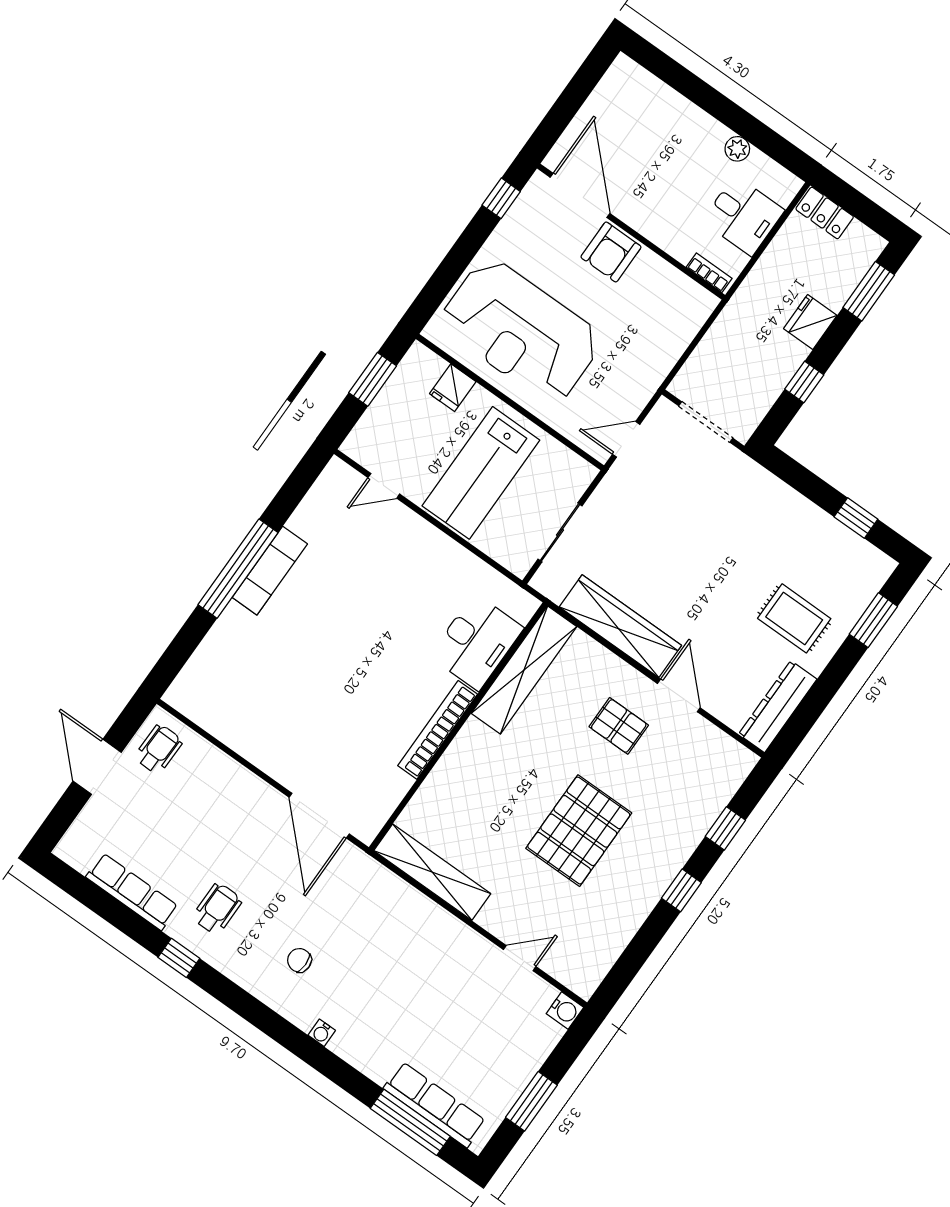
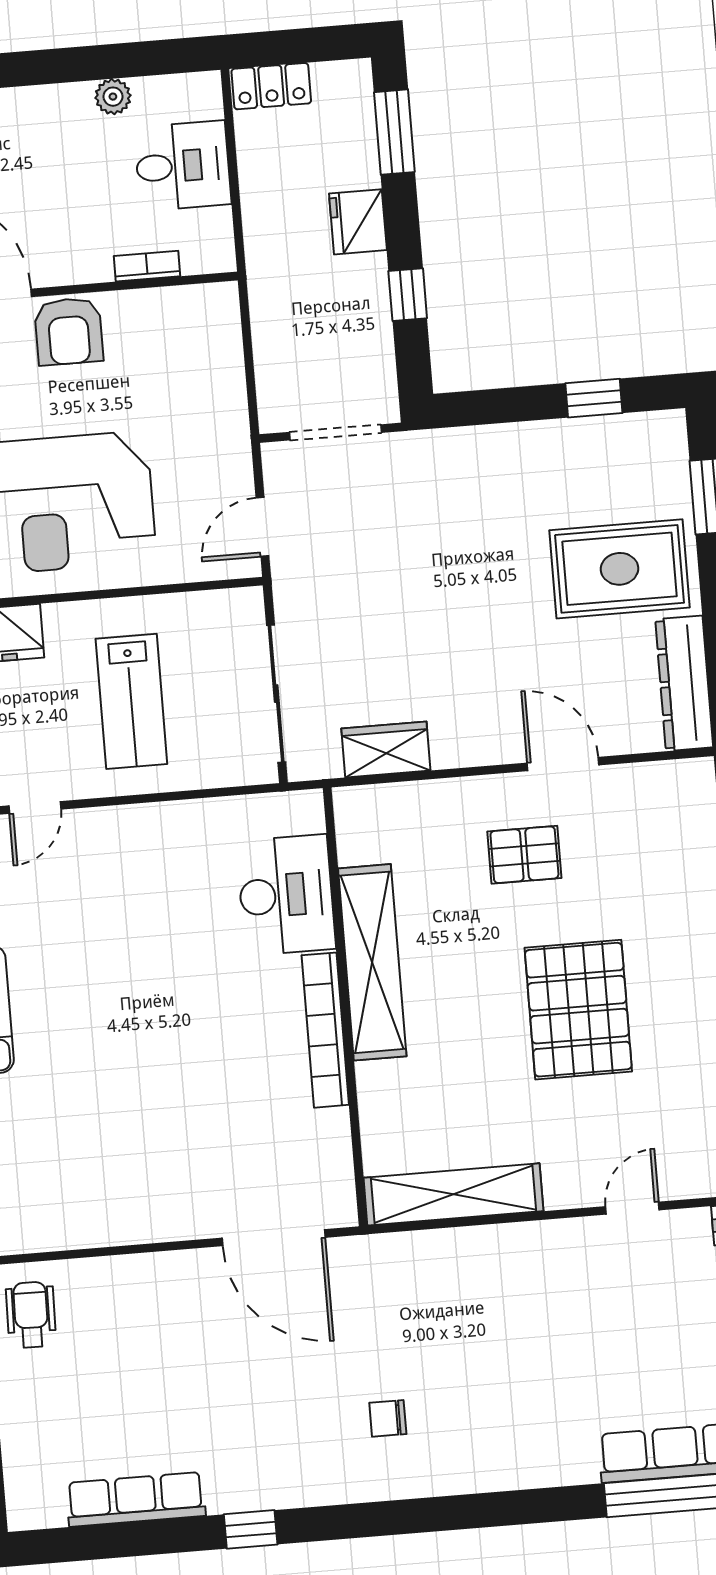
bookcase: (709, 273) -> (147, 266), moved
lab bench: (481, 473) -> (131, 701), width x0.73, depth x0.72
sliding door: (560, 532) -> (276, 694), width x1.37
rug: (794, 618) -> (619, 569), width x1.36, depth x1.43
wardrobe: (620, 626) -> (386, 749), width x0.48, depth x0.85
shelving: (524, 670) -> (372, 962), moved
wheelchair: (217, 909) -> (247, 1438), removed
water cooler: (322, 1033) -> (481, 1479), removed

